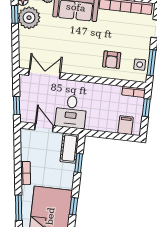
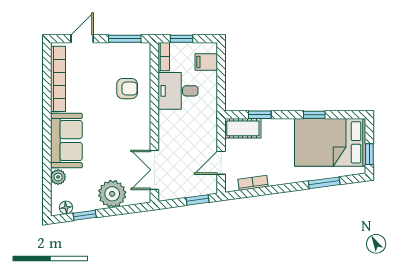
plant: (29, 18) -> (112, 194), moved
side table: (140, 65) -> (129, 53), removed
desk: (71, 112) -> (178, 91), moved, turned 180
bookcase: (26, 173) -> (253, 183), moved

